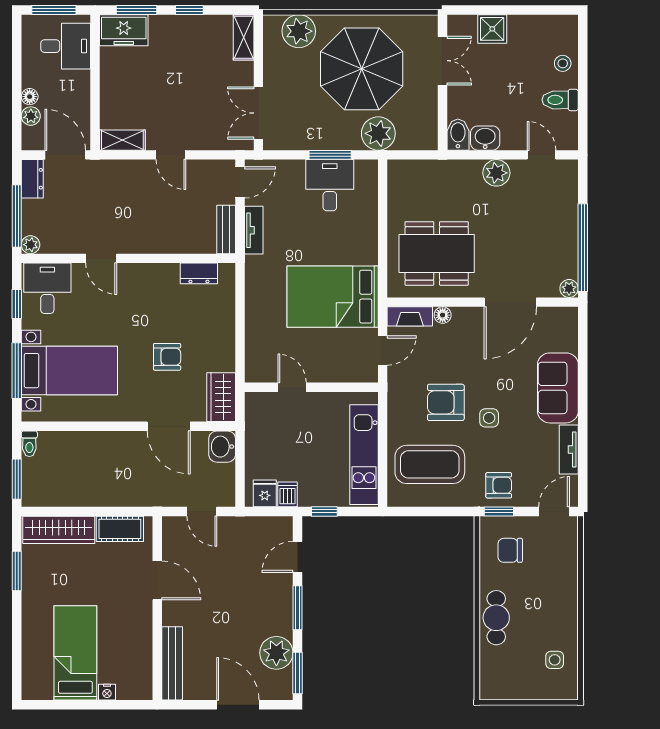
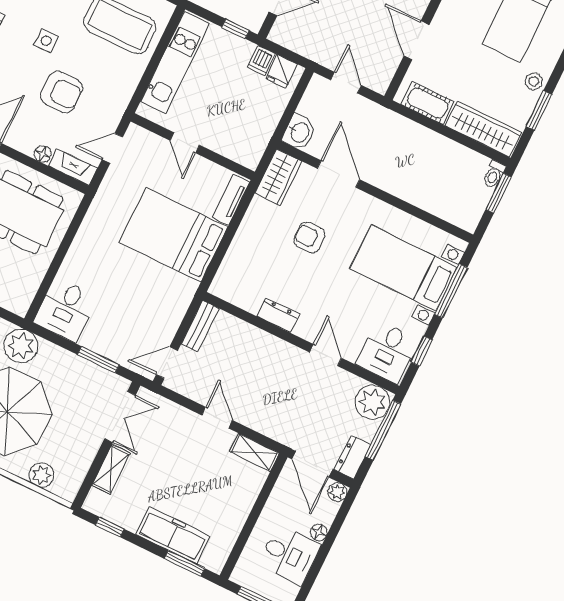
window: (189, 10) -> (110, 527), moved
freezer: (124, 30) -> (173, 535), moved, width x1.40
plant: (299, 31) -> (42, 475), width x0.73, depth x0.73
shelving: (244, 37) -> (111, 469), moved
desk: (66, 46) -> (289, 555), moved, turned 180
plant: (31, 116) -> (337, 492), moved
window: (330, 155) -> (98, 360), moved
desk: (330, 185) -> (65, 310), moved
tv unit: (254, 230) -> (231, 200), moved
plant: (31, 245) -> (372, 402), width x1.88, depth x1.88
dresser: (199, 273) -> (278, 315), moved
bed: (333, 297) -> (173, 235), moved, turned 180
door: (292, 387) -> (185, 143), moved
armchair: (446, 402) -> (62, 92), moved
toilet: (29, 444) -> (494, 174), moved, turned 180
stool: (34, 595) -> (534, 81), added

